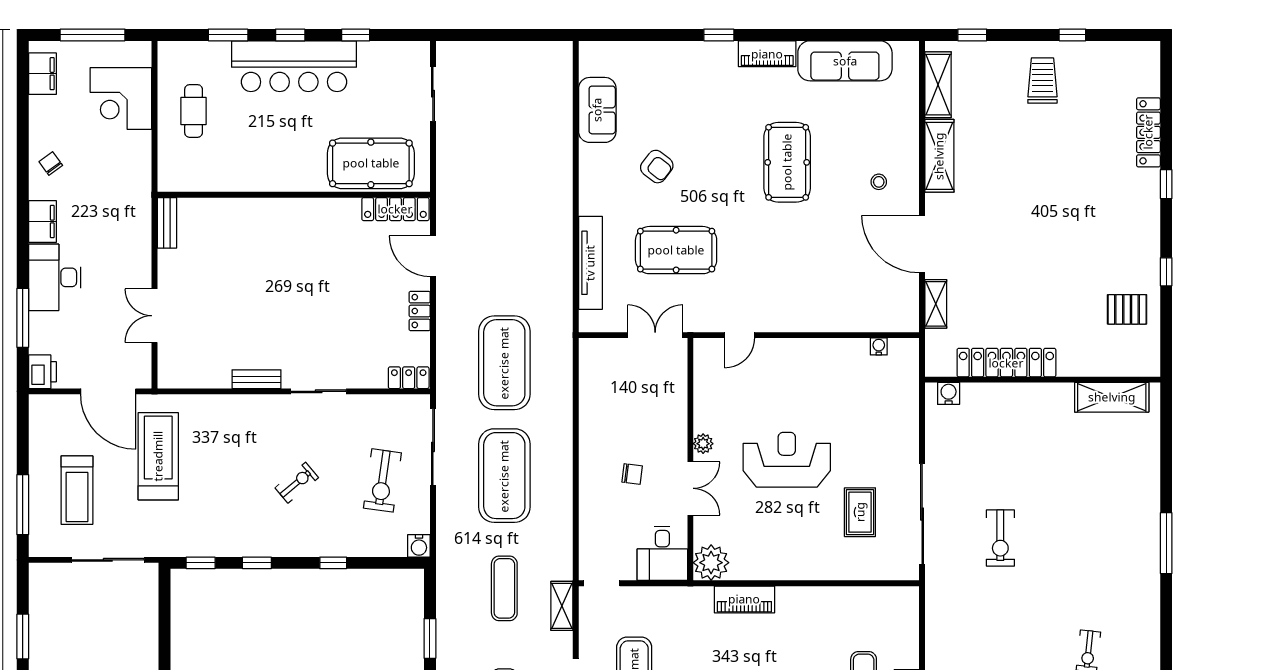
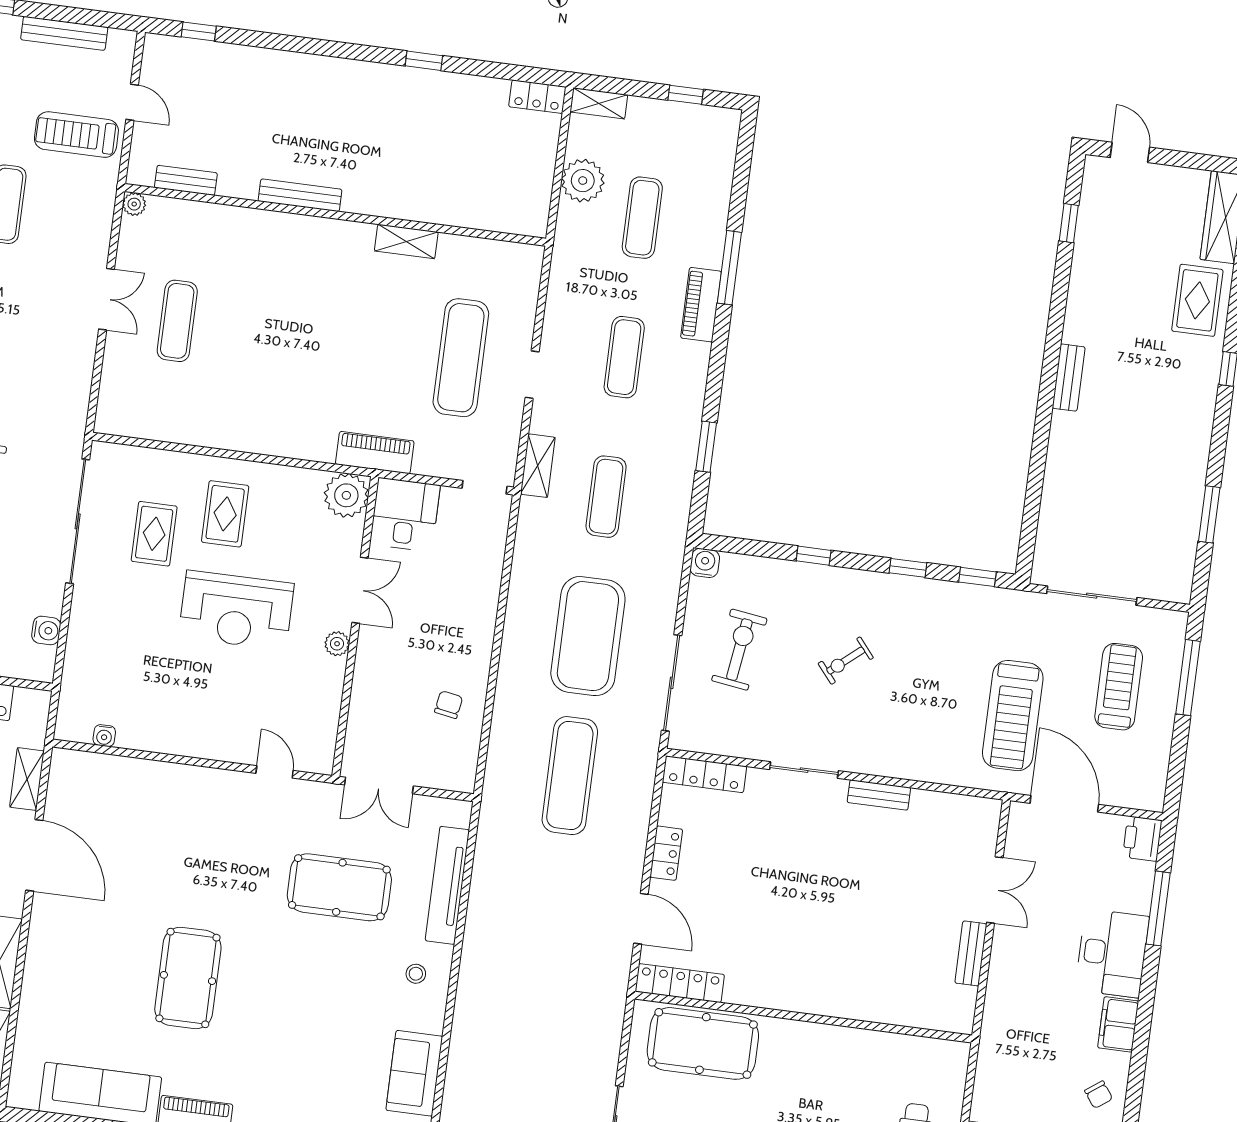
armchair: (657, 167) -> (350, 994), removed
stool: (879, 182) -> (416, 974), moved
bench: (167, 223) -> (971, 953), moved
door: (740, 335) -> (275, 772), hinge flipped
exercise mat: (504, 363) -> (570, 776), width x0.68
locker: (409, 378) -> (704, 774), width x1.53
water cooler: (949, 393) -> (46, 630), moved, turned -90
chair: (632, 474) -> (449, 705), moved, turned 93
double door: (690, 488) -> (360, 590), swing flipped
rug: (806, 535) -> (225, 514), added
piano: (744, 599) -> (375, 453), moved

